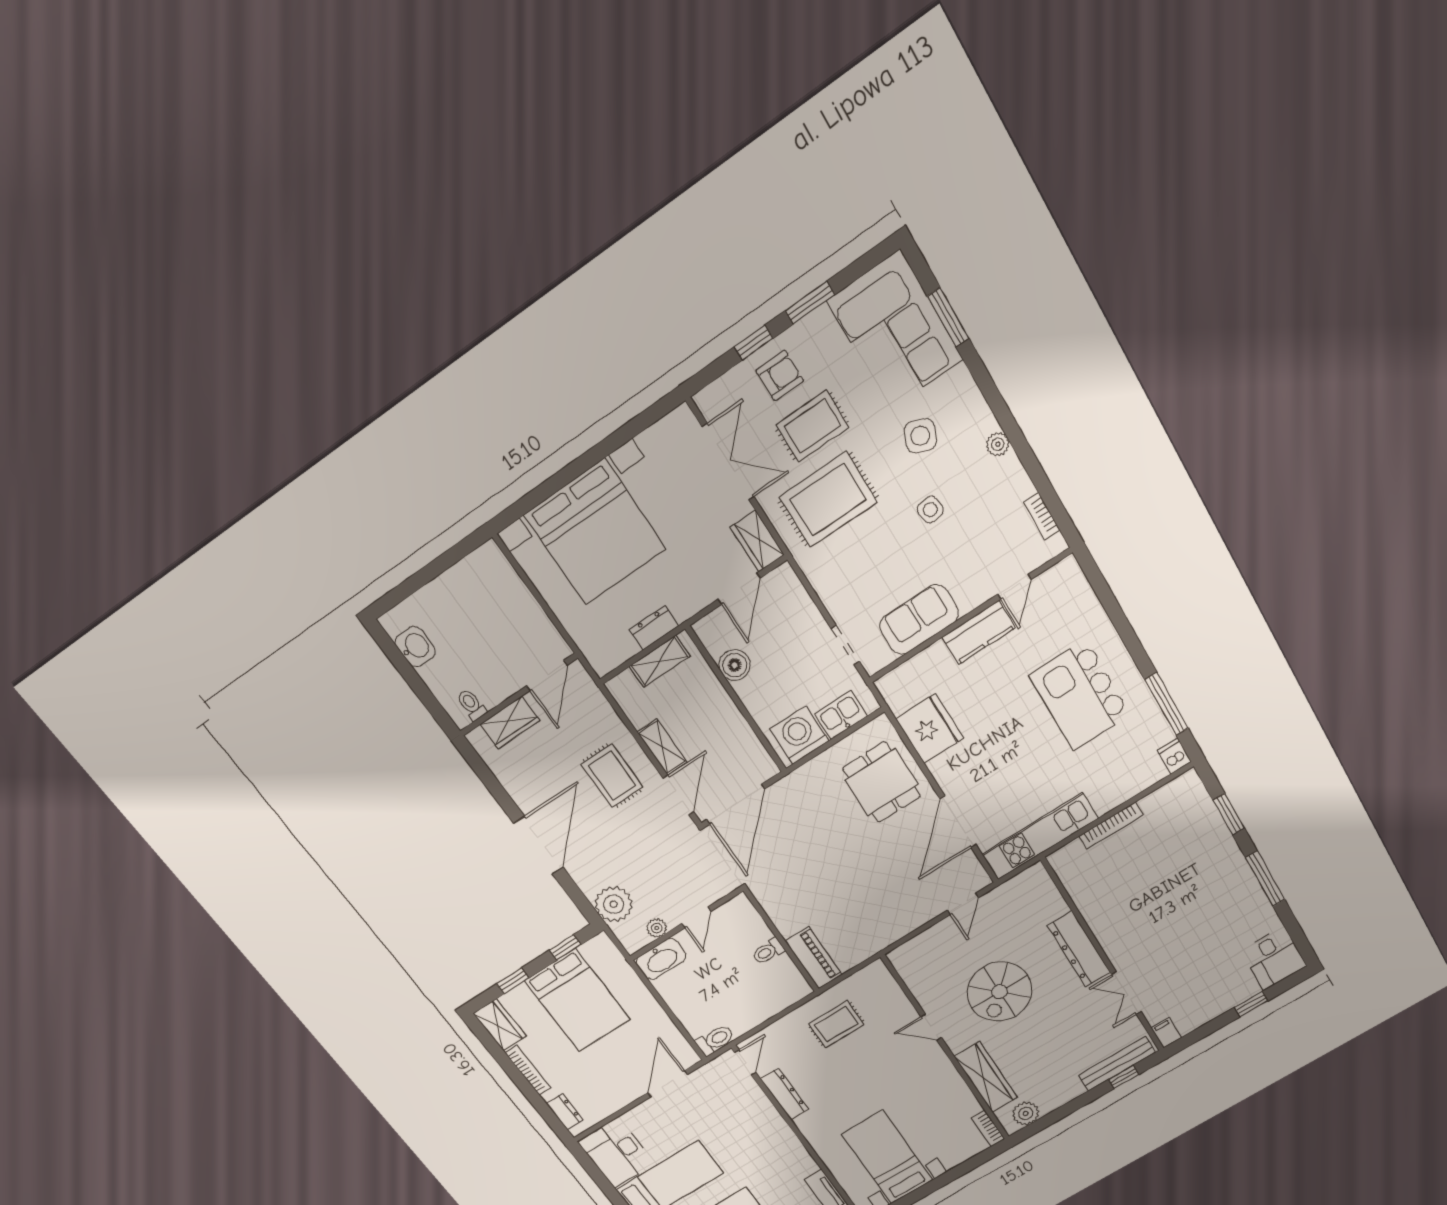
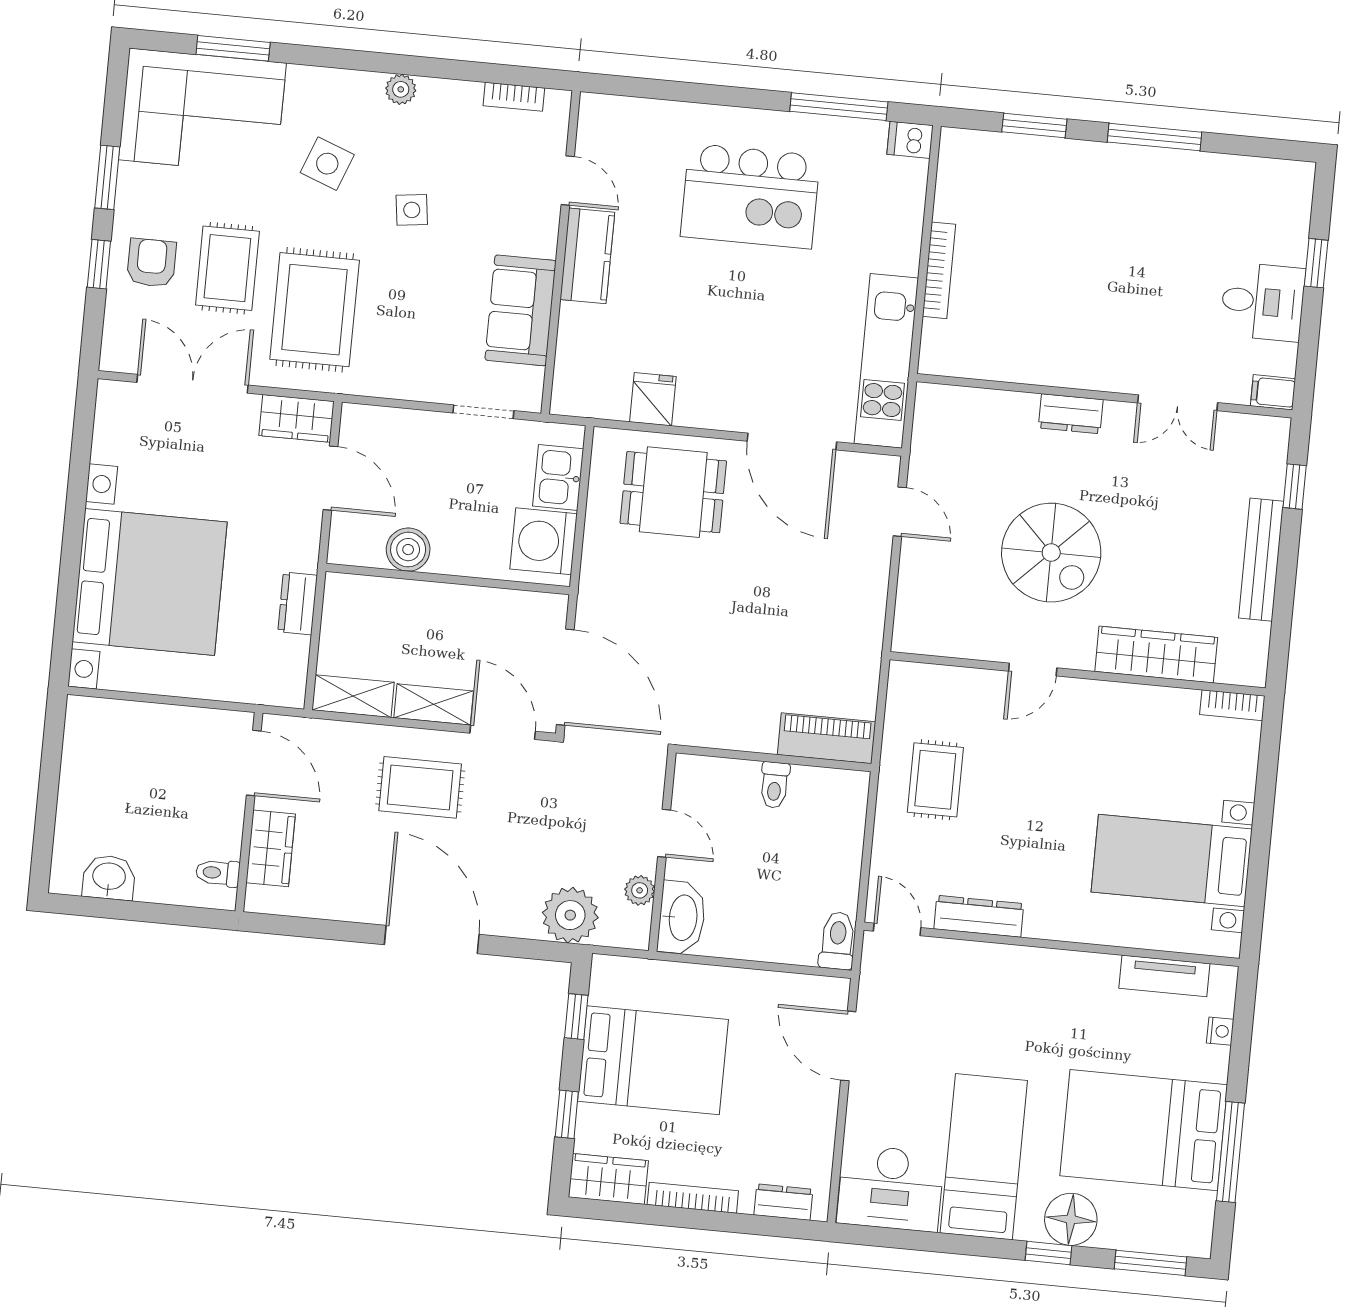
shelving: (660, 661) -> (353, 696), moved, turned 90
fridge: (930, 729) -> (653, 399), width x0.53, depth x0.75
dresser: (1079, 949) -> (1071, 414), width x0.51, depth x0.80
desk: (1274, 958) -> (1263, 302), moved
bench: (1117, 1064) -> (1261, 560), moved
plant: (1026, 1113) -> (1249, 643), removed

